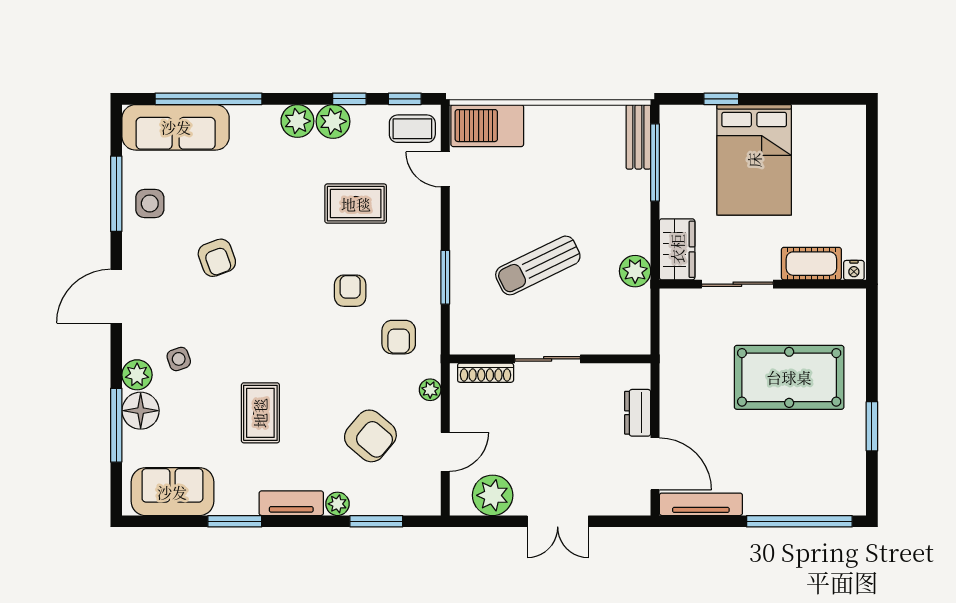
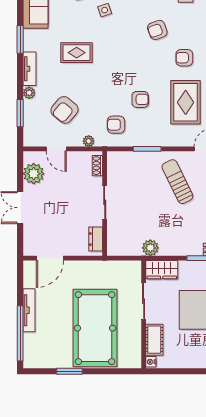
rug: (356, 204) -> (186, 102), width x1.36, depth x1.43
armchair: (270, 206) -> (184, 58), added
sun lounger: (538, 265) -> (177, 182), moved
shoe rack: (486, 373) -> (97, 166), width x0.70
pool table: (789, 377) -> (95, 328), width x1.36, depth x1.32
dresser: (638, 413) -> (96, 239), moved, turned -90
tv unit: (701, 504) -> (29, 310), moved

